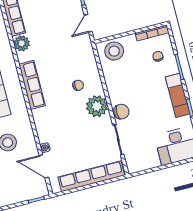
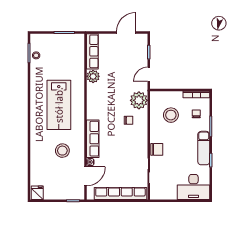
stool: (114, 51) -> (171, 115), moved
row of seats: (32, 85) -> (93, 139), moved
plant: (97, 106) -> (139, 100), moved
door: (44, 166) -> (86, 176), swing flipped

